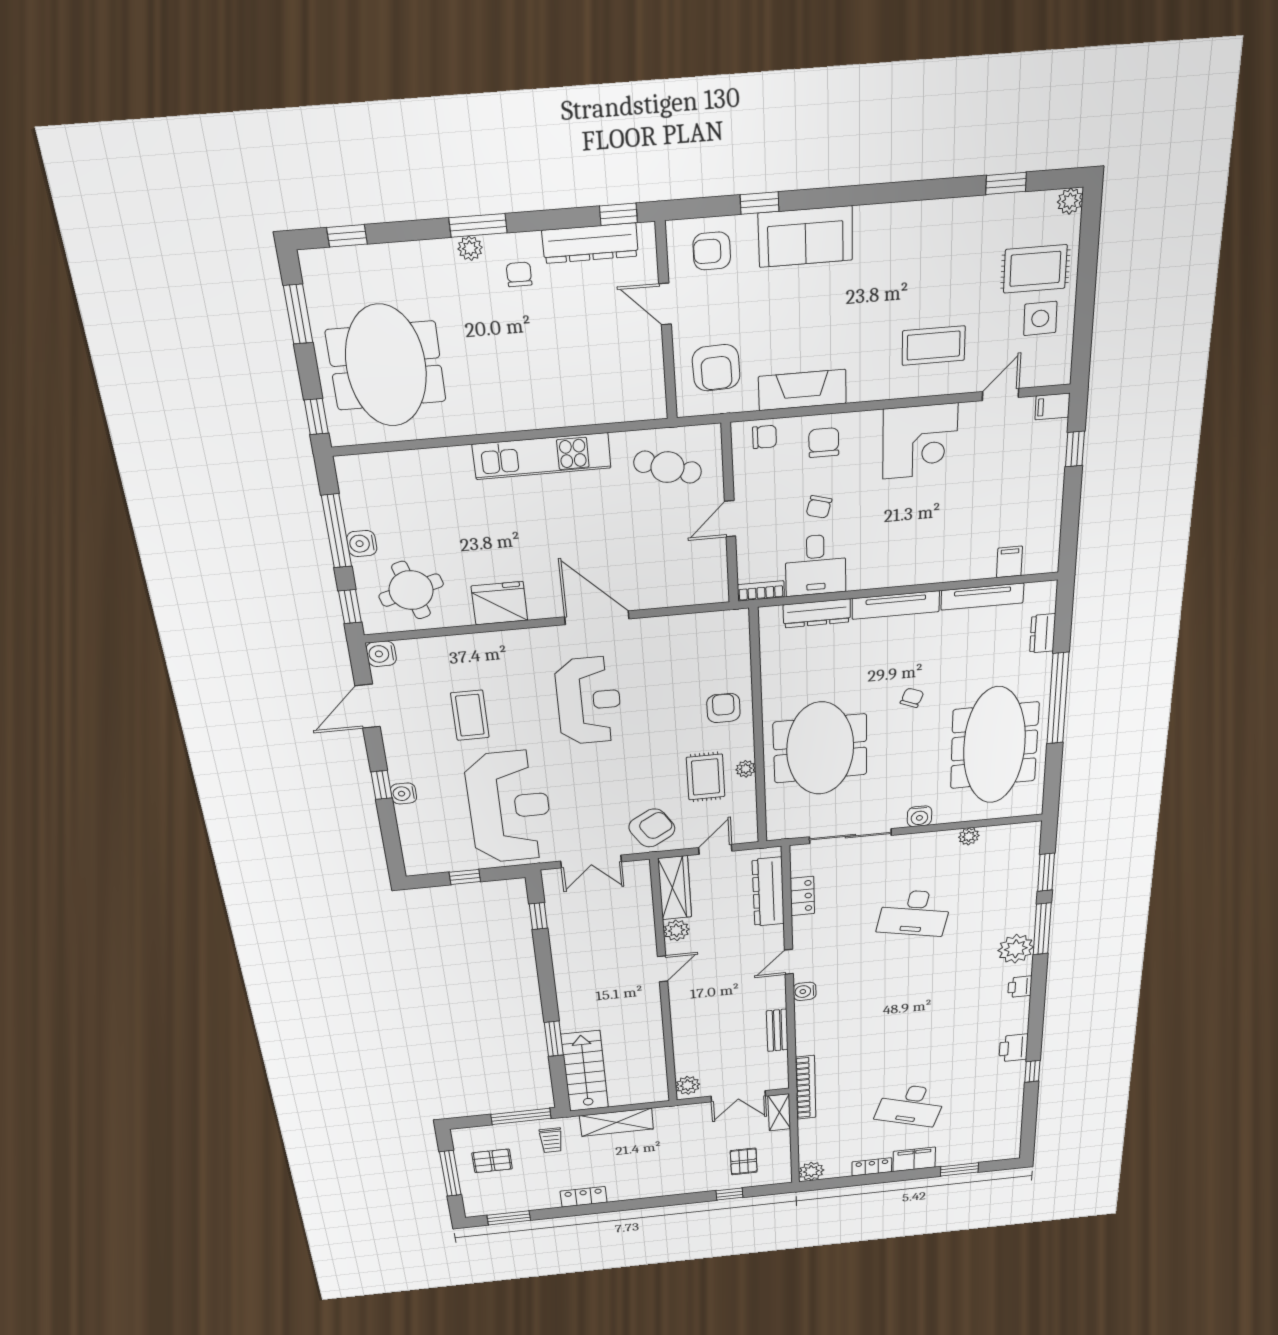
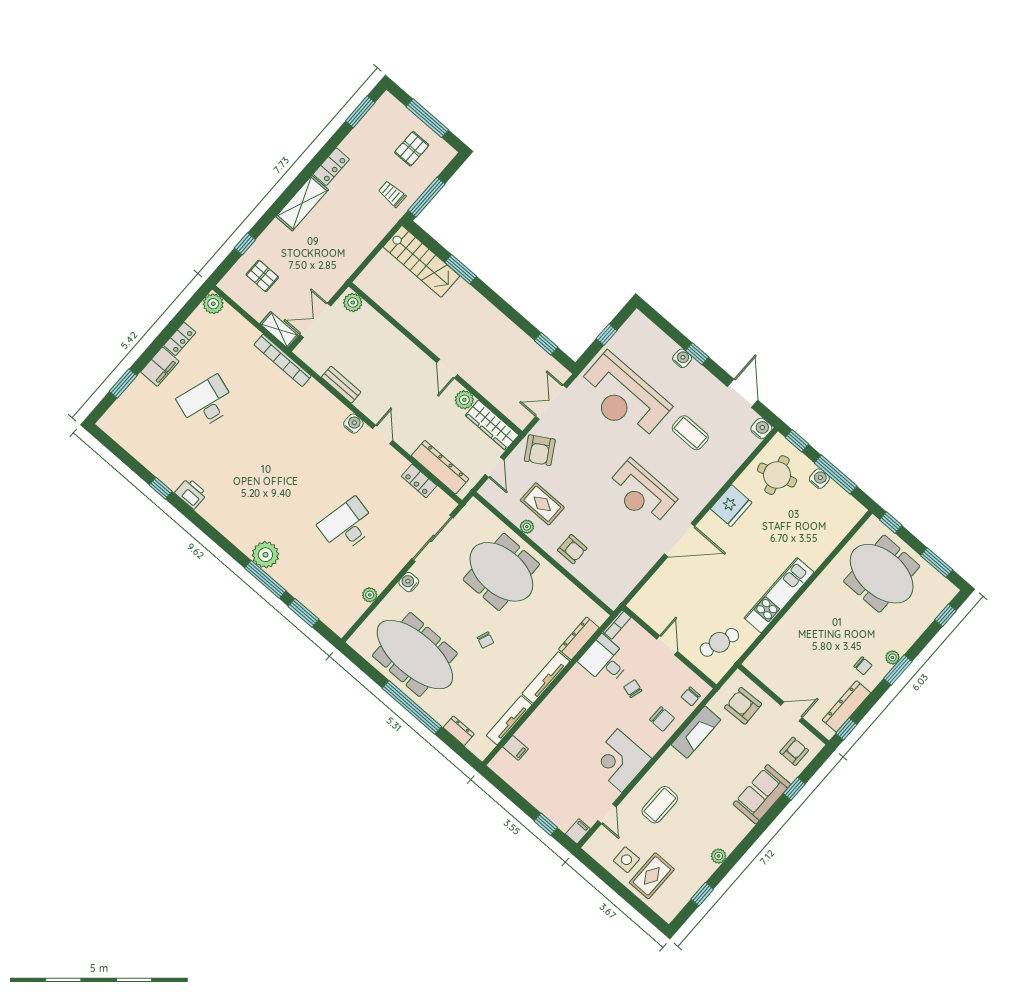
plant: (1070, 201) -> (719, 856), moved
printer: (1020, 987) -> (235, 534), removed
shelving: (617, 1122) -> (302, 203), moved

